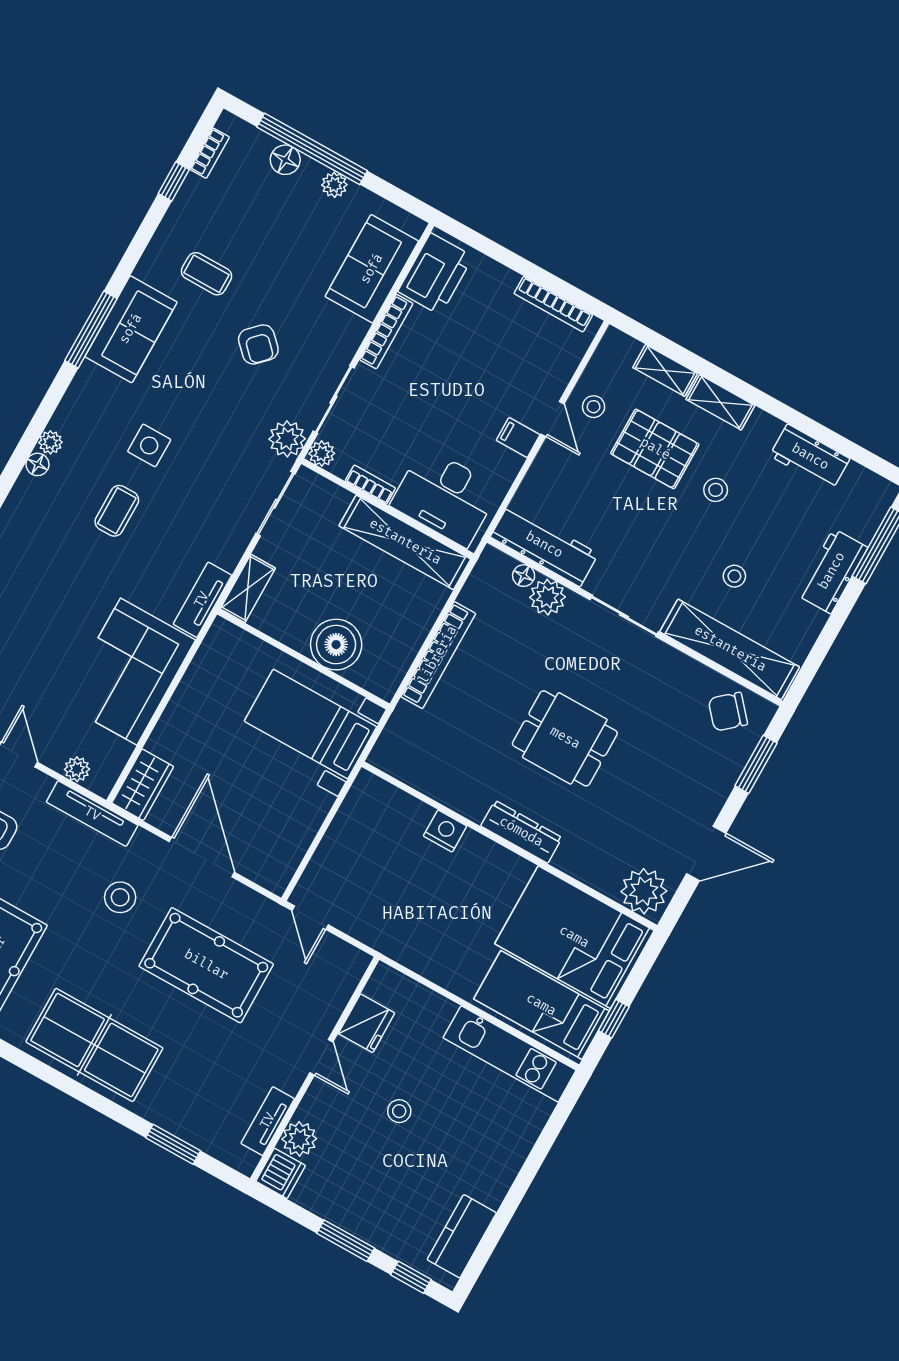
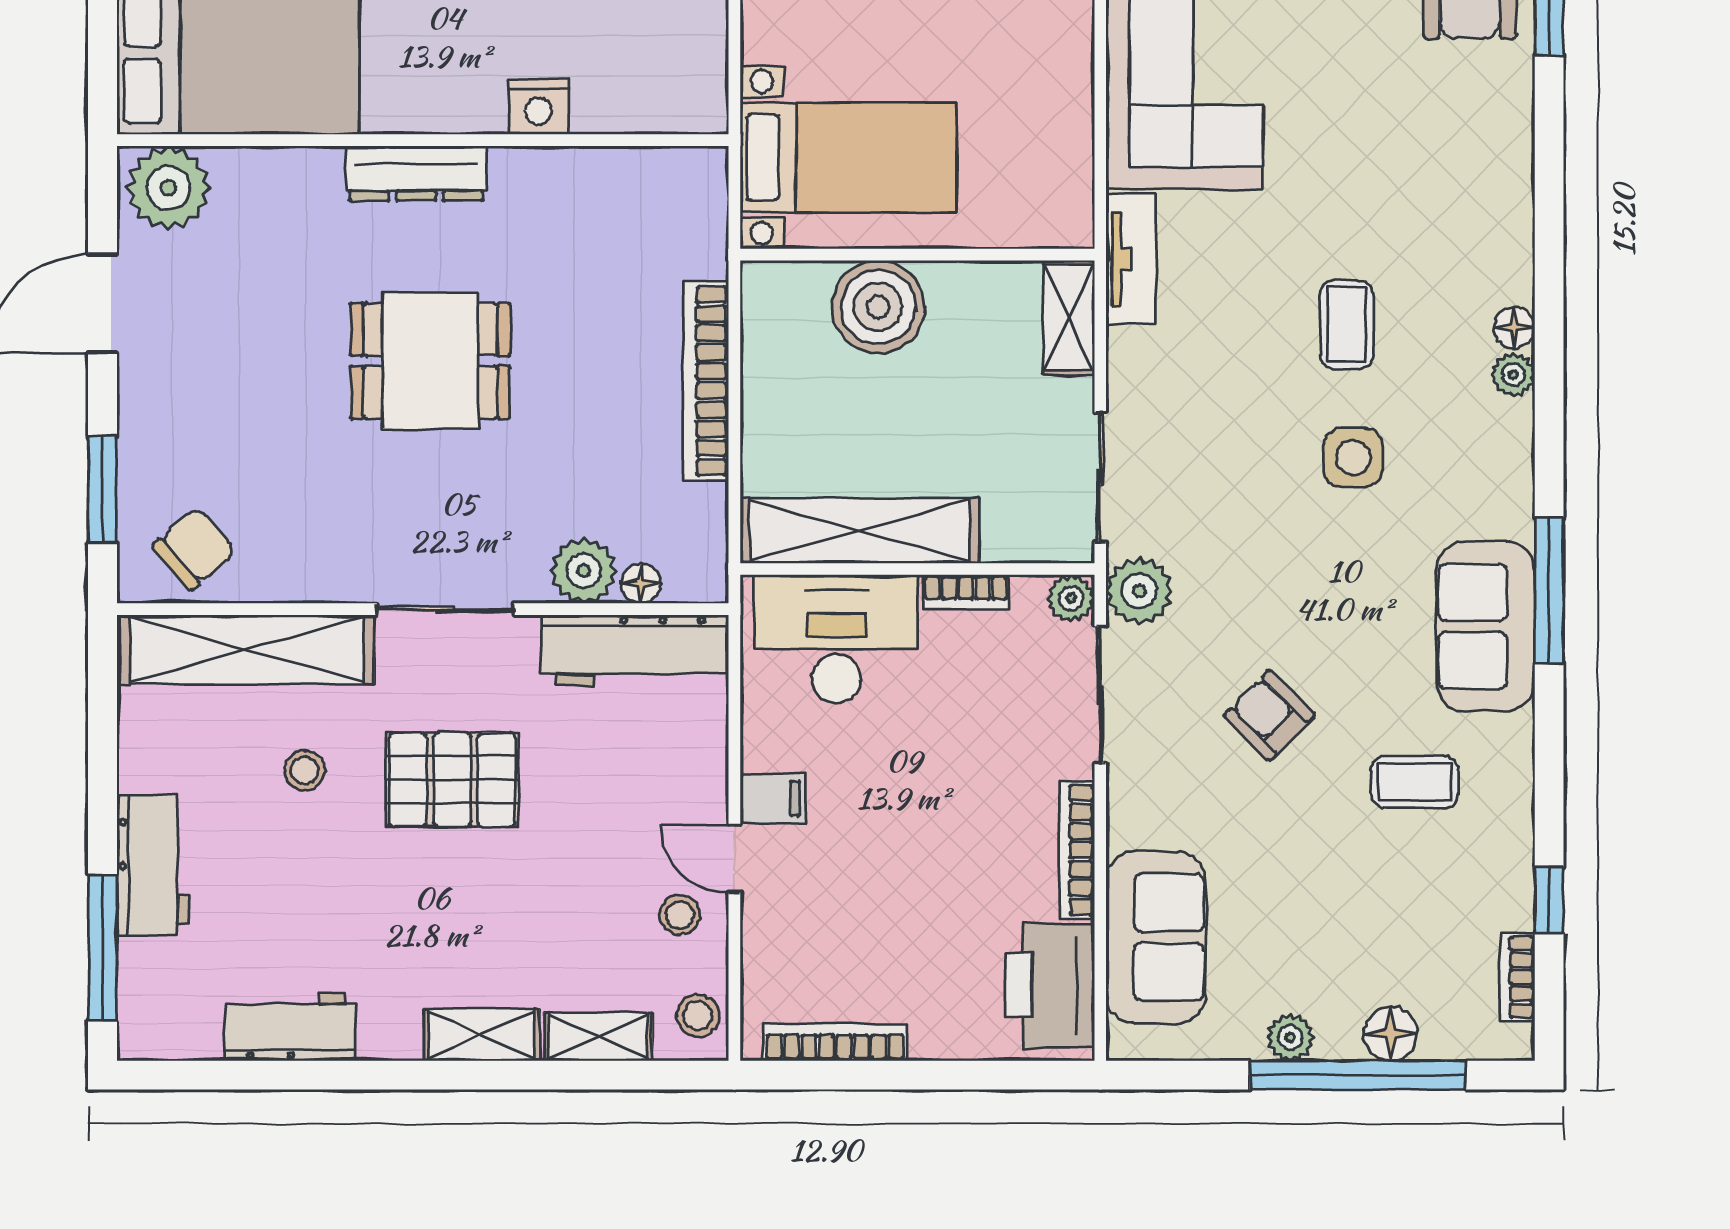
pallet: (655, 449) -> (452, 780), moved
stool: (716, 490) -> (698, 1016), moved

